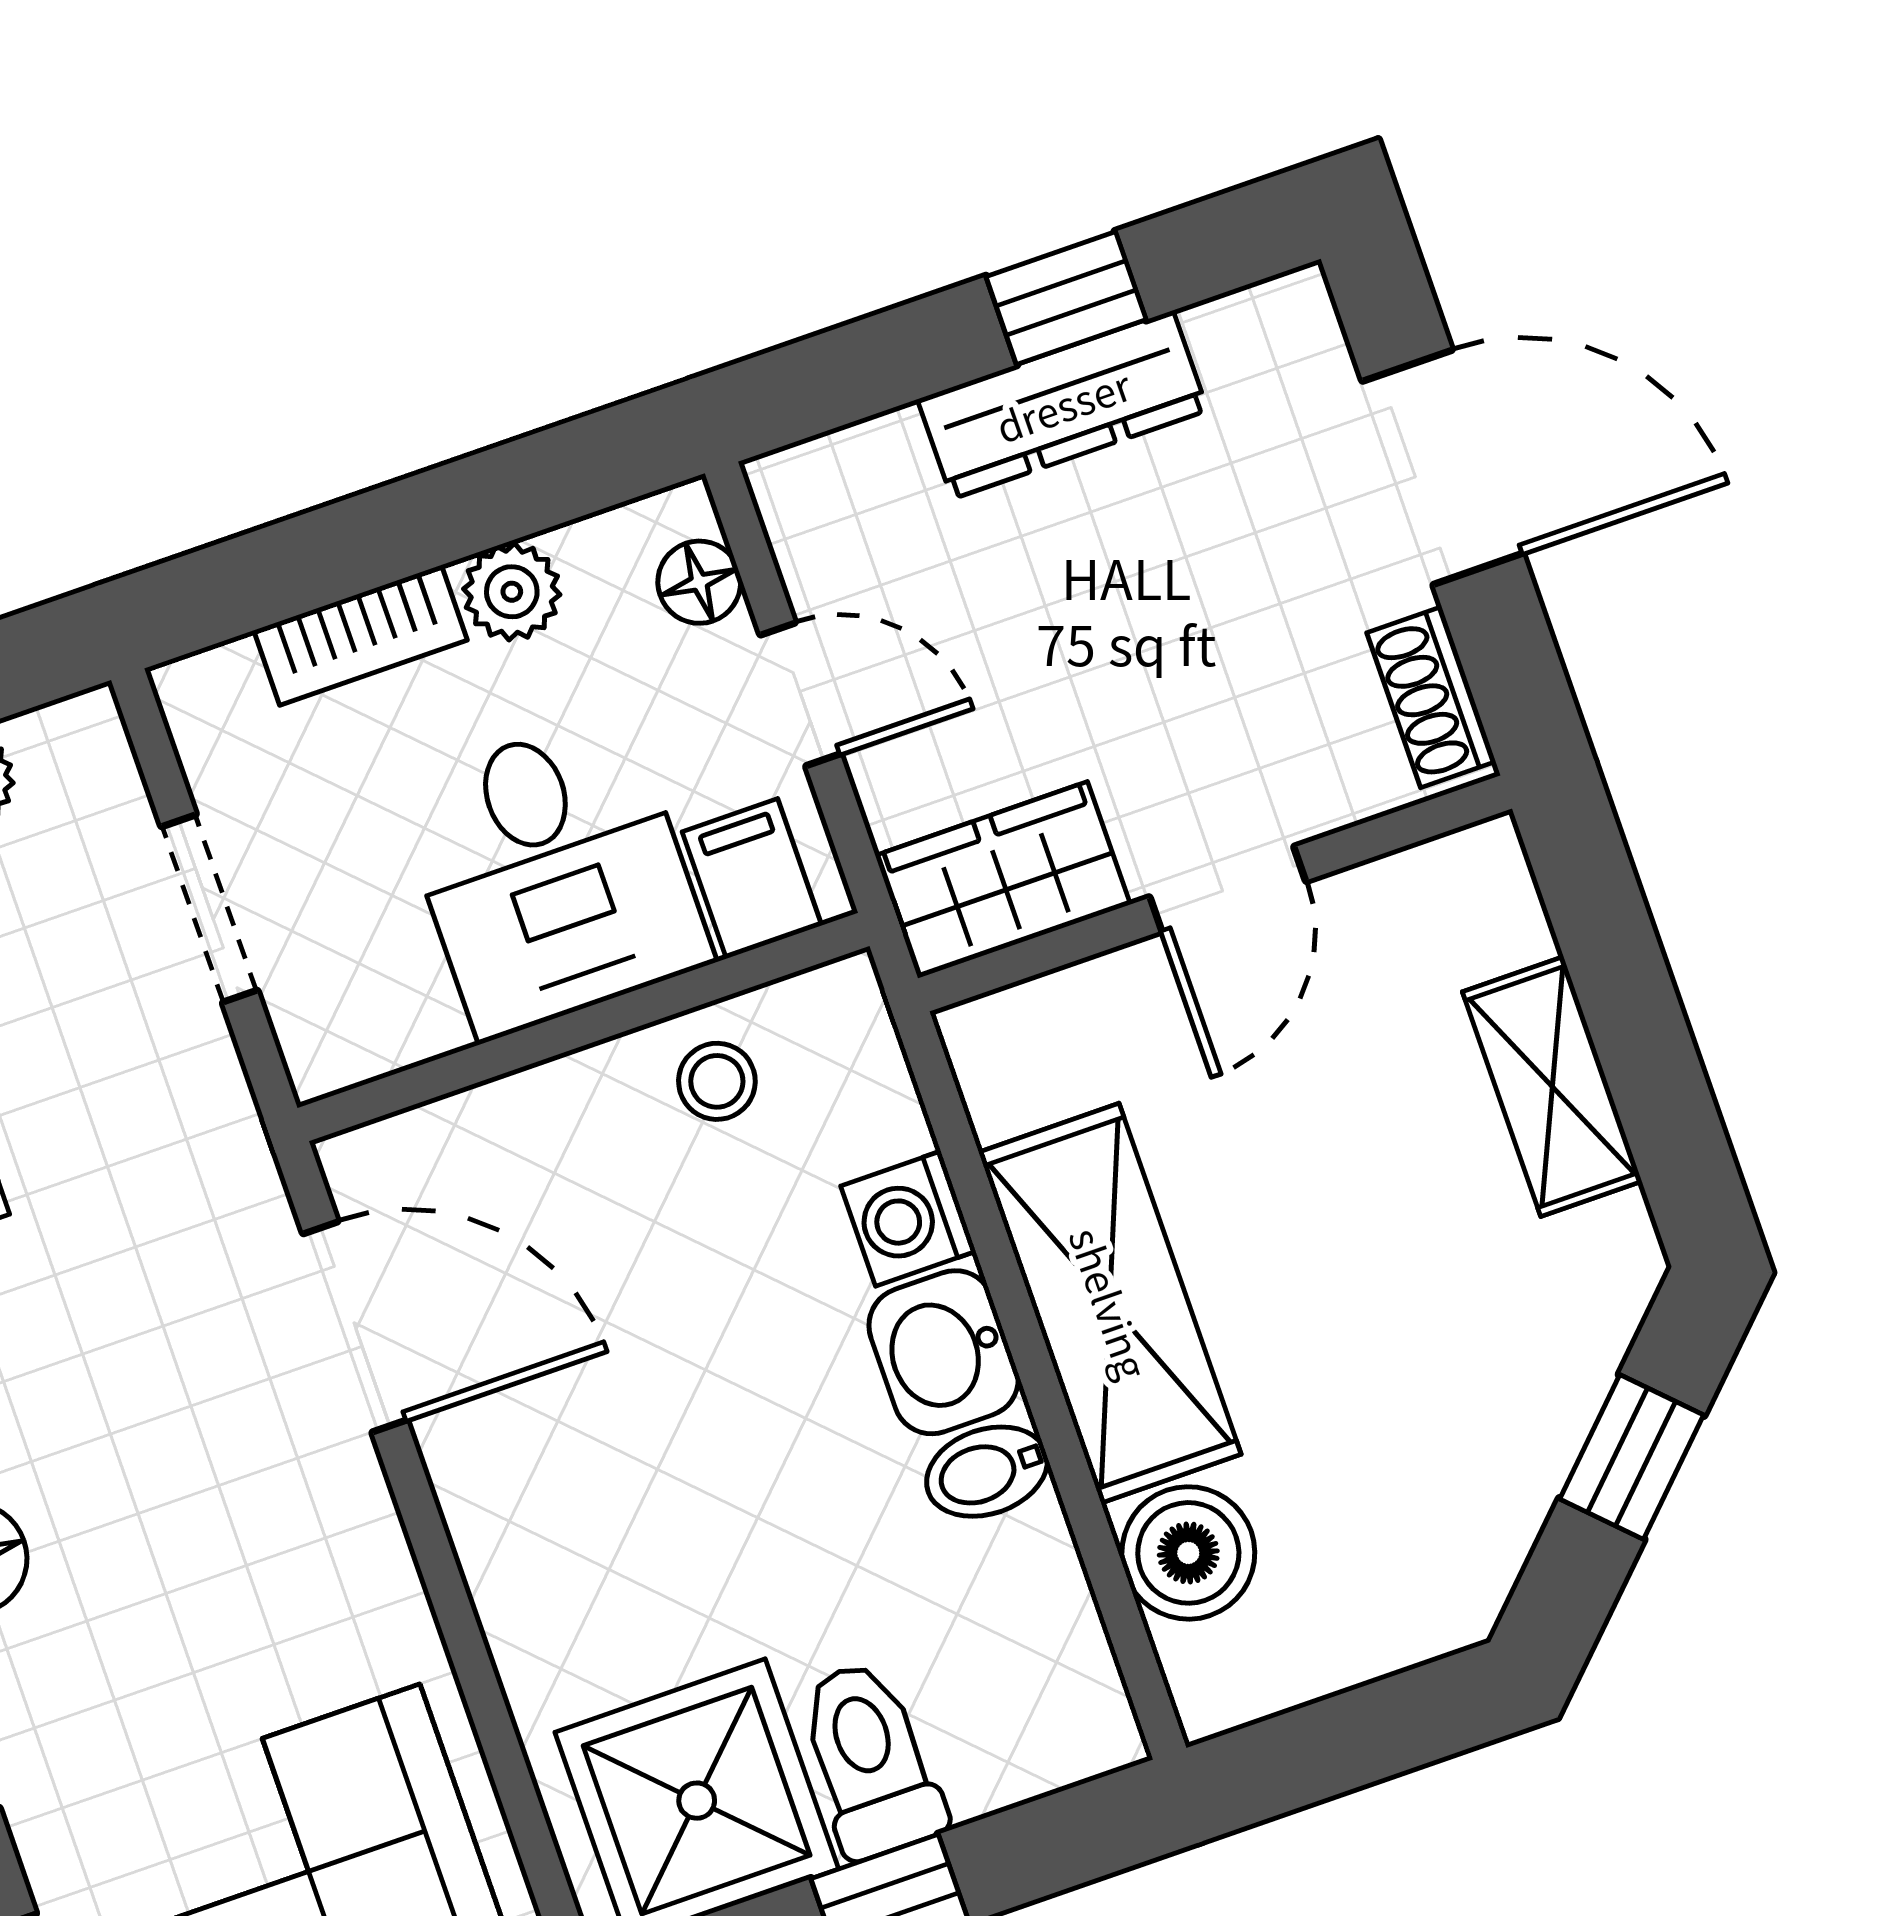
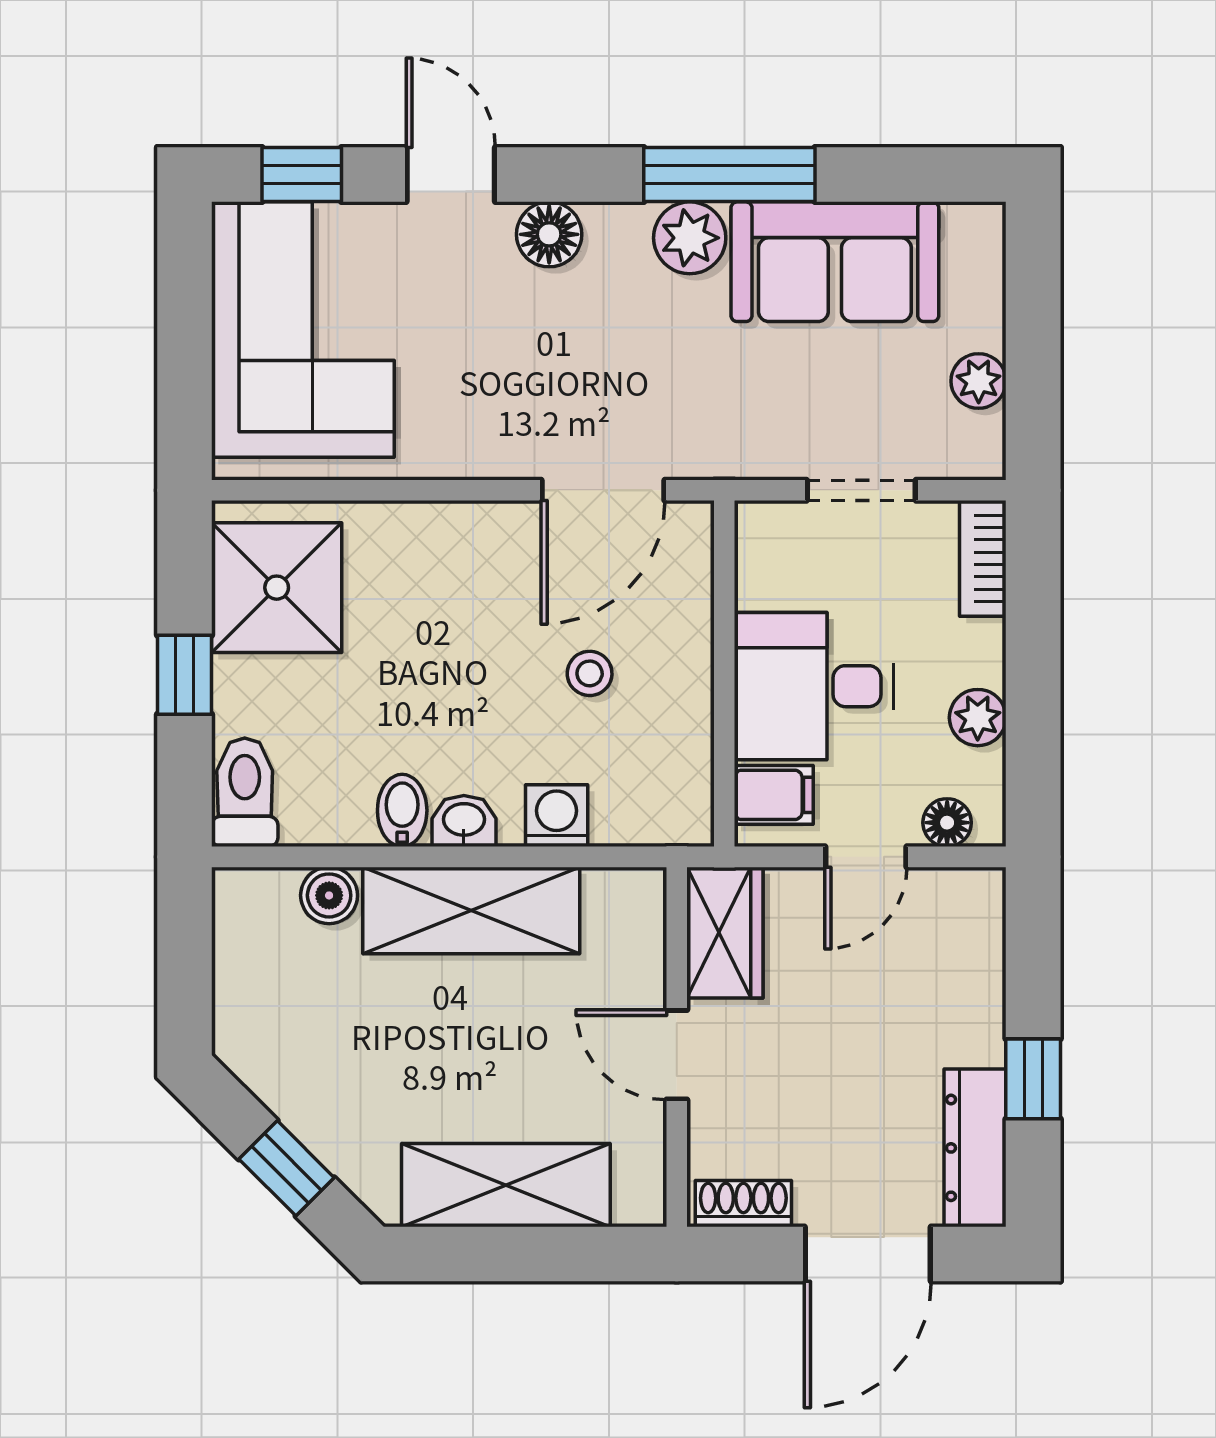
dresser: (1063, 405) -> (975, 1148), moved
bookcase: (361, 635) -> (983, 558), moved
stool: (717, 1081) -> (590, 673), moved
shelving: (1552, 1086) -> (506, 1185), width x1.50, depth x1.33
washbasin: (944, 1352) -> (464, 821), width x0.72, depth x0.69
boiler: (1188, 1553) -> (329, 895), width x0.73, depth x0.73
toilet: (870, 1759) -> (245, 792), moved, turned -90

